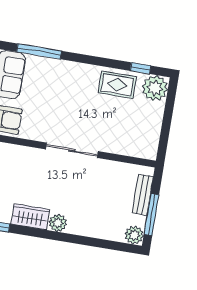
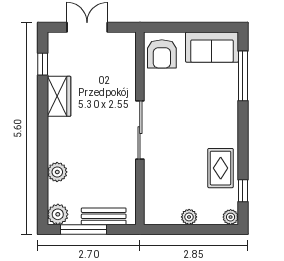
plant: (155, 88) -> (231, 217), width x0.53, depth x0.53
plant: (156, 120) -> (189, 217), added
plant: (58, 223) -> (57, 172), moved

